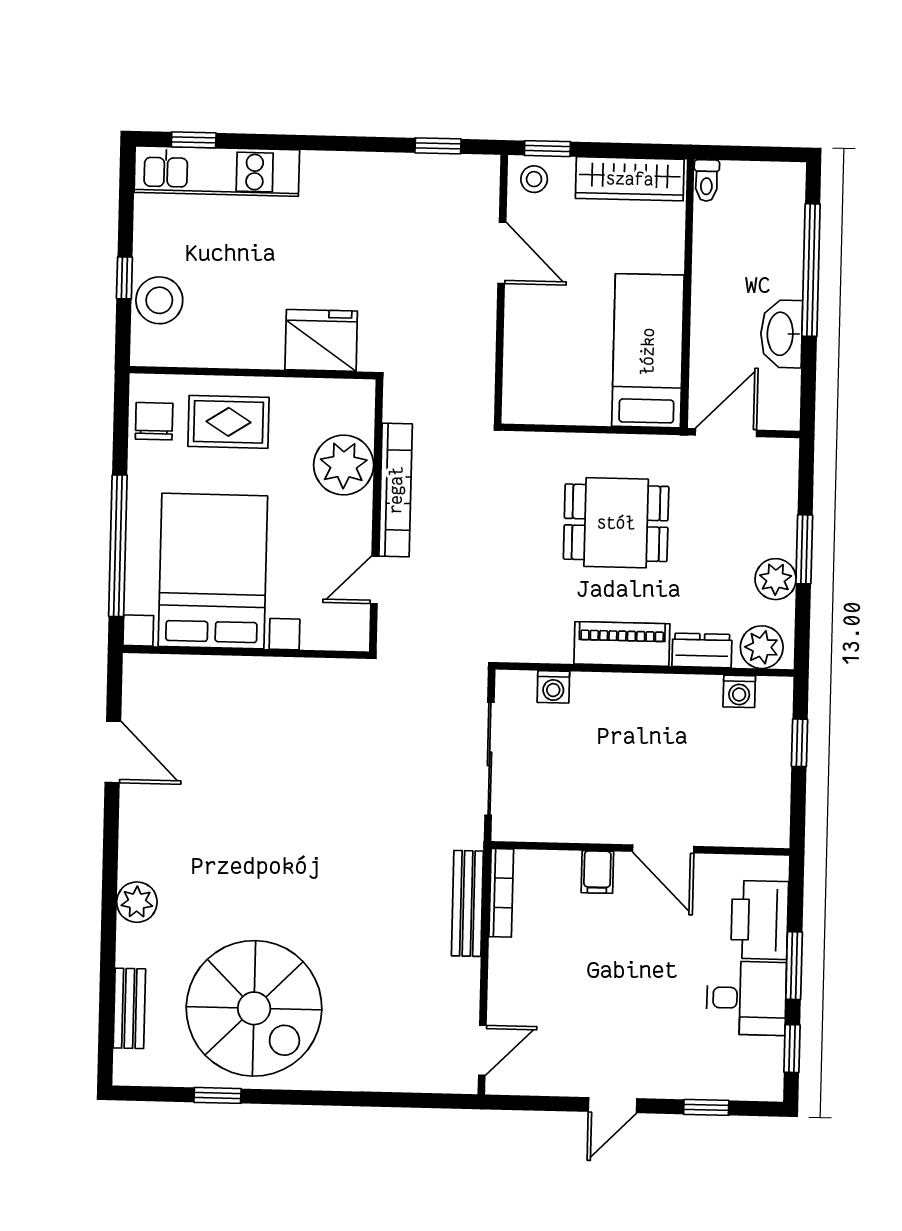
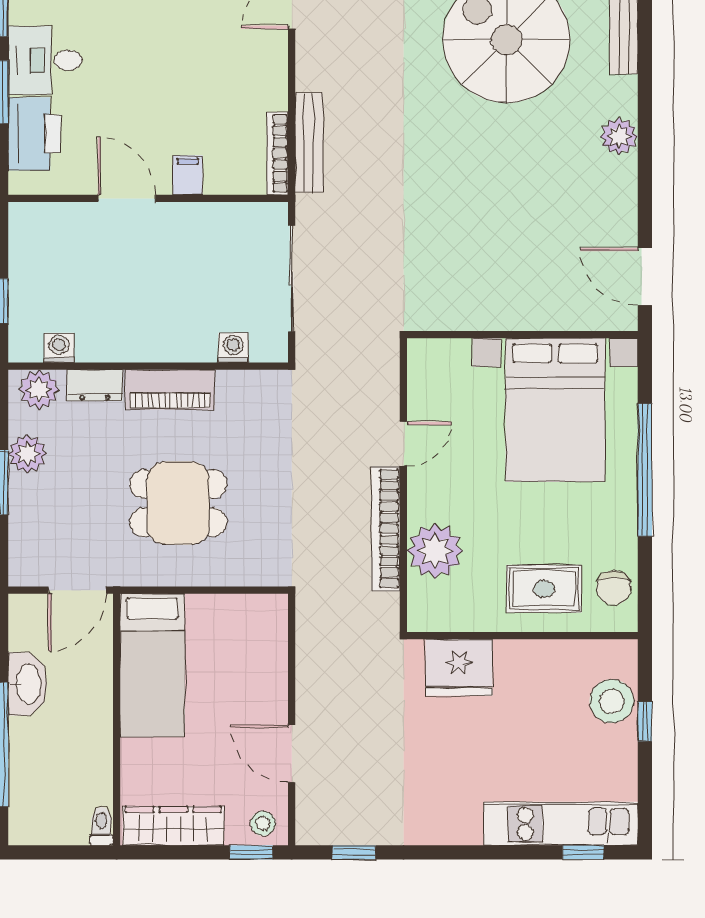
bed with nightstands: (213, 571) -> (555, 410), moved
wall: (246, 652) -> (522, 335), moved

